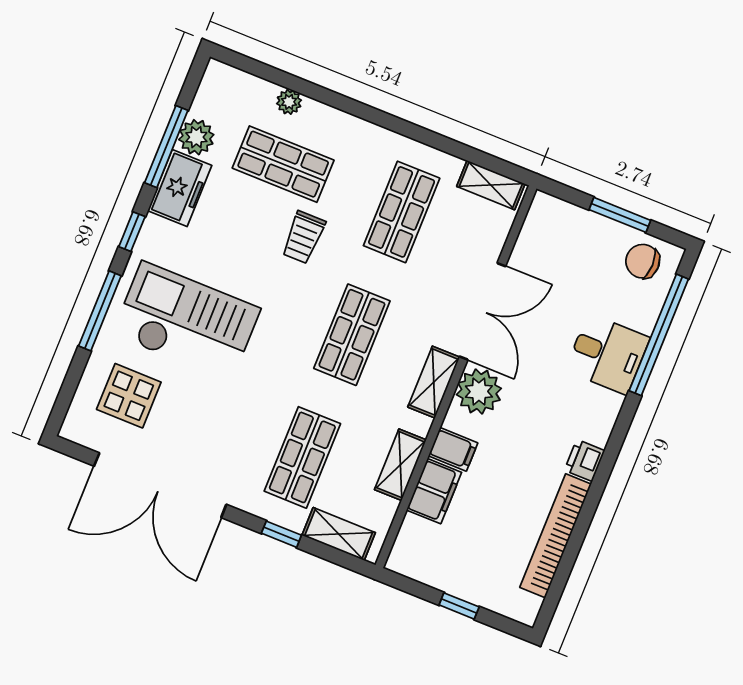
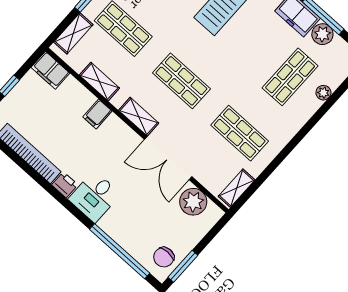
window: (620, 215) -> (183, 266), moved
trolley: (303, 237) -> (245, 73), removed
chair: (643, 261) -> (164, 257), turned 180
desk: (607, 354) -> (94, 197), moved
plant: (479, 392) -> (193, 202), moved
filing cabinet: (434, 491) -> (50, 70), moved

